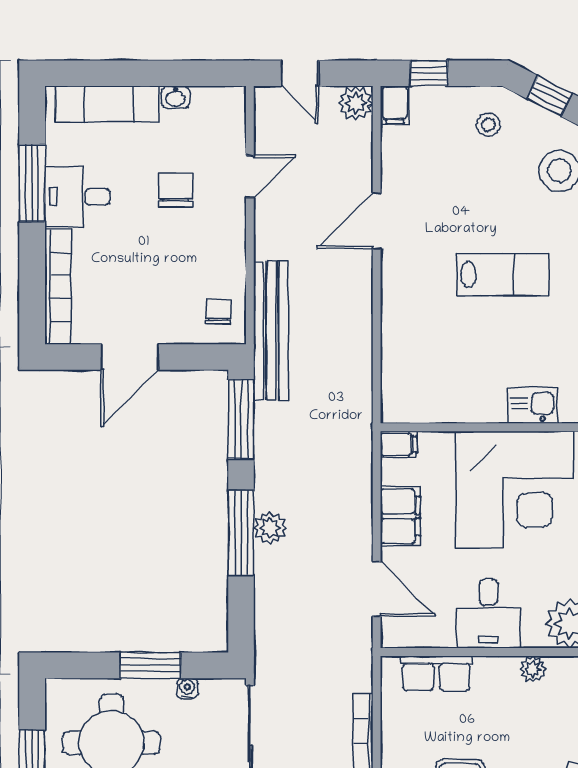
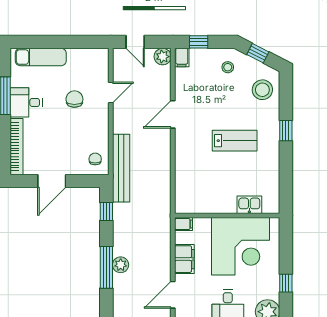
washbasin: (175, 97) -> (74, 54), removed
window: (241, 419) -> (106, 212), width x0.46
door: (377, 589) -> (173, 295), swing flipped

